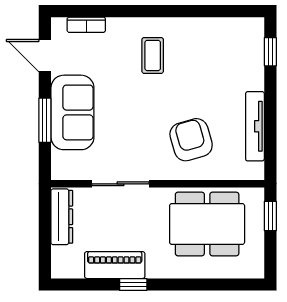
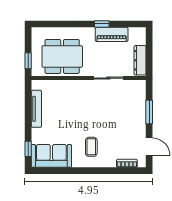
sofa: (72, 112) -> (51, 156), moved, turned 90
armchair: (191, 140) -> (71, 102), removed

